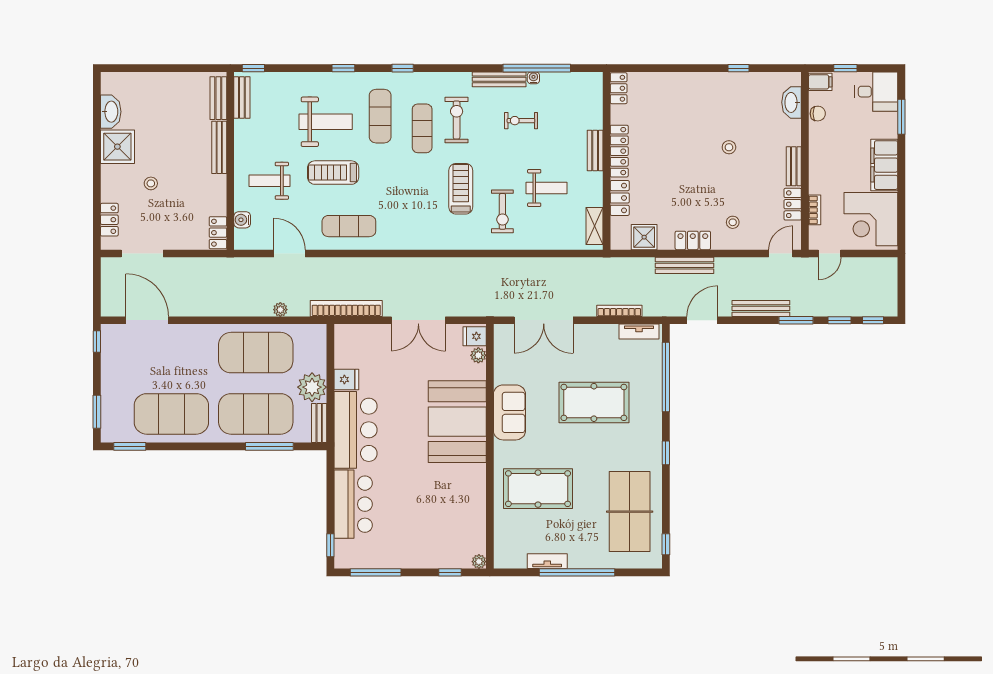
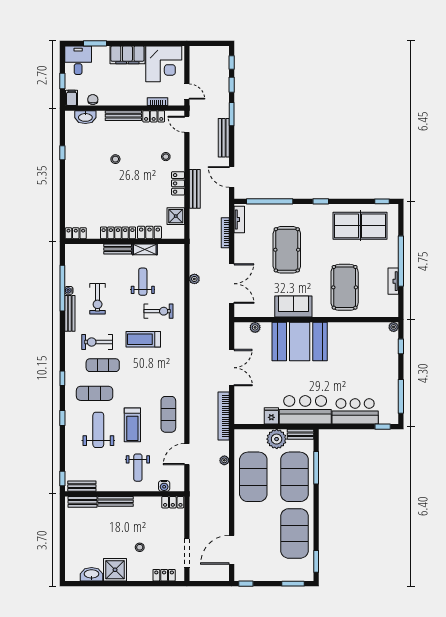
exercise bike: (521, 121) -> (98, 299), width x1.38, depth x1.39
bench: (794, 166) -> (123, 116), width x1.36
shelving: (595, 226) -> (145, 249), moved
plant: (551, 265) -> (194, 279), added
fridge: (475, 336) -> (242, 330), removed

